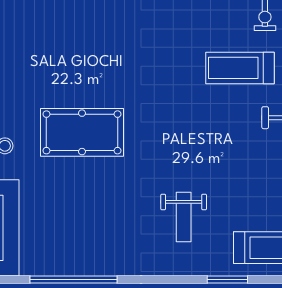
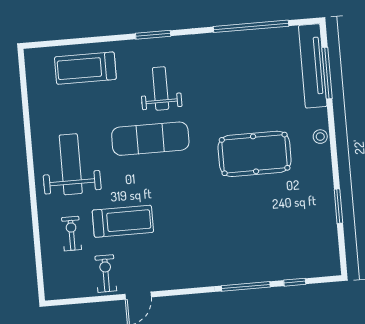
exercise mat: (200, 160) -> (150, 139), added
window: (227, 279) -> (153, 35), moved

